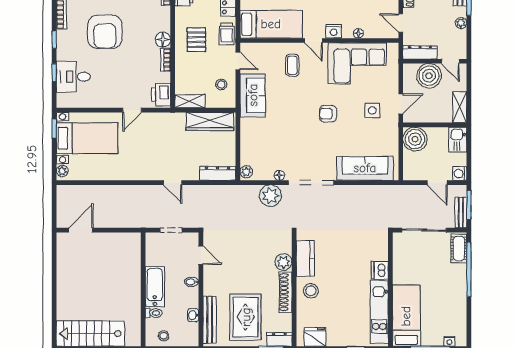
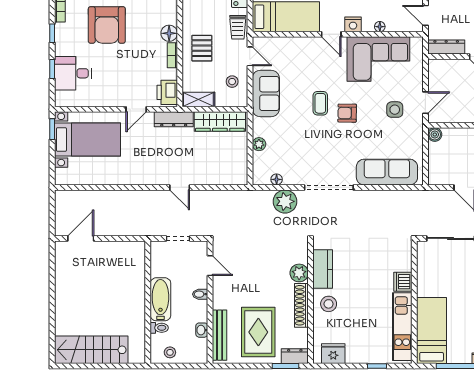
pallet: (196, 40) -> (202, 48), moved
coffee table: (292, 65) -> (320, 103), moved
boiler: (429, 76) -> (456, 72), removed
boiler: (415, 139) -> (435, 135), width x0.54, depth x0.54
plant: (62, 171) -> (61, 175), removed
plant: (246, 172) -> (259, 144), moved
dresser: (218, 173) -> (174, 119), moved, turned 180
floor lamp: (279, 175) -> (277, 179), moved

